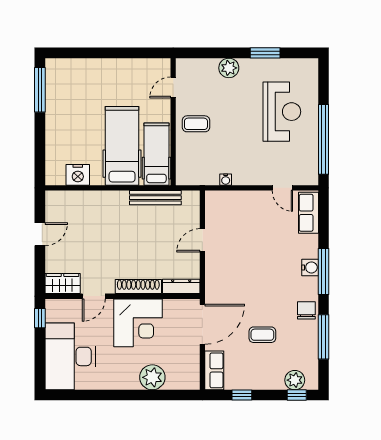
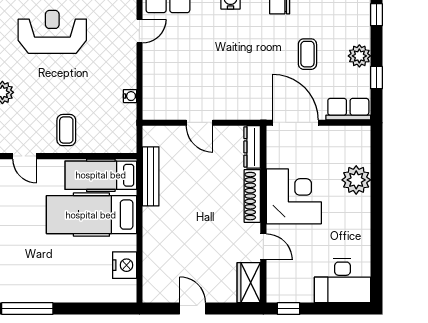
desk: (70, 356) -> (342, 281), width x0.73, depth x0.77
plant: (295, 380) -> (359, 56), moved

